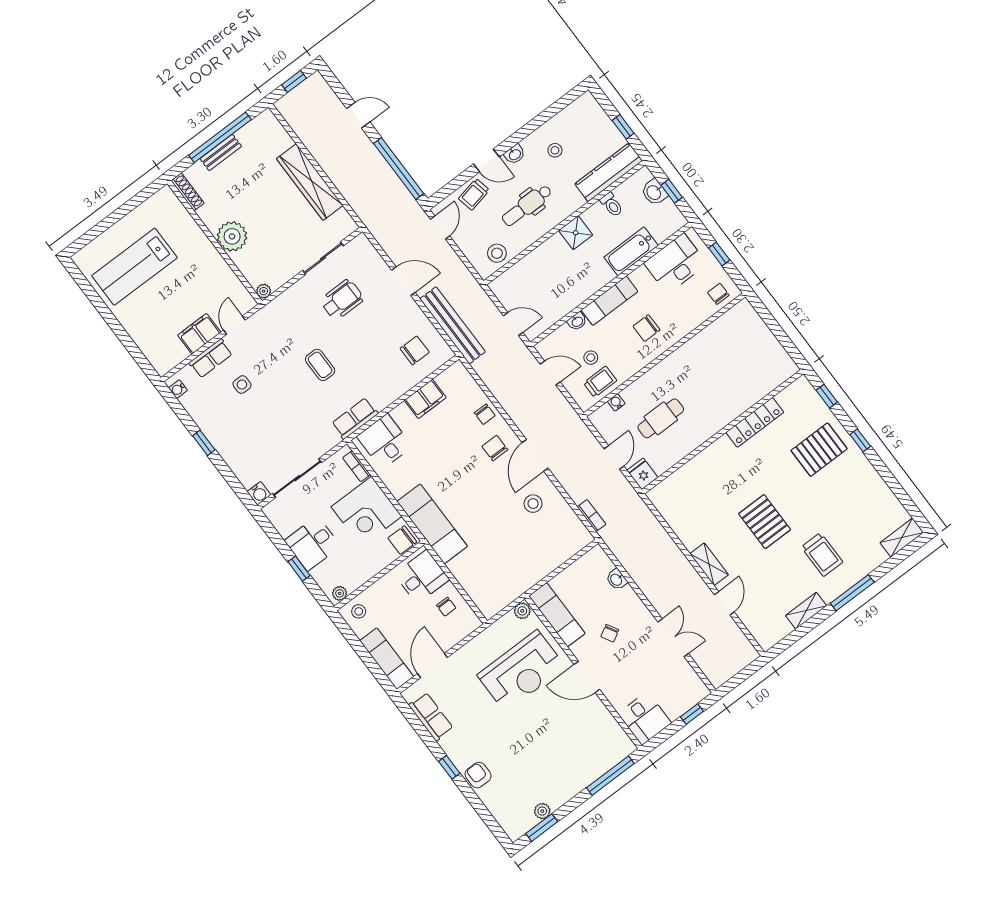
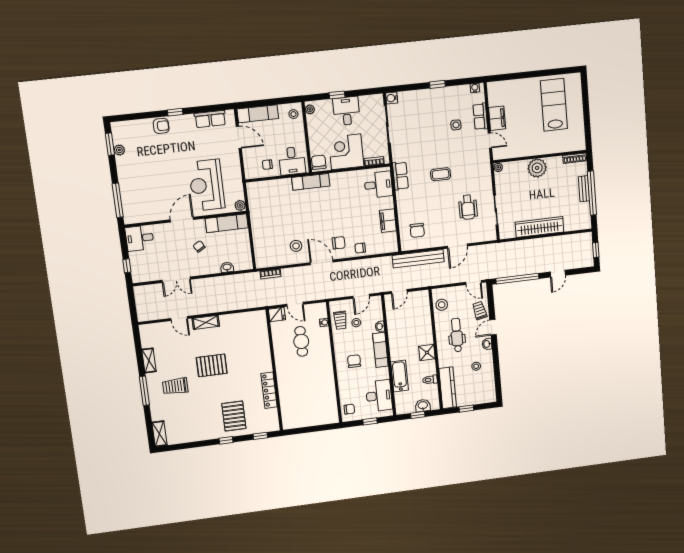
exam couch: (432, 524) -> (311, 182), width x0.73, depth x0.69

